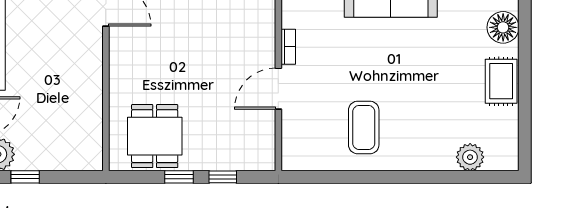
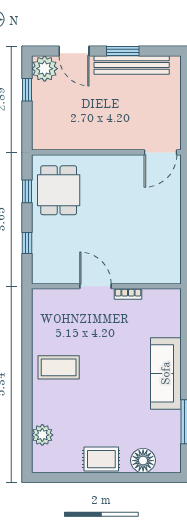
coffee table: (364, 127) -> (59, 367), moved
dining table: (155, 136) -> (59, 190), turned 90
window: (179, 177) -> (27, 191), moved

